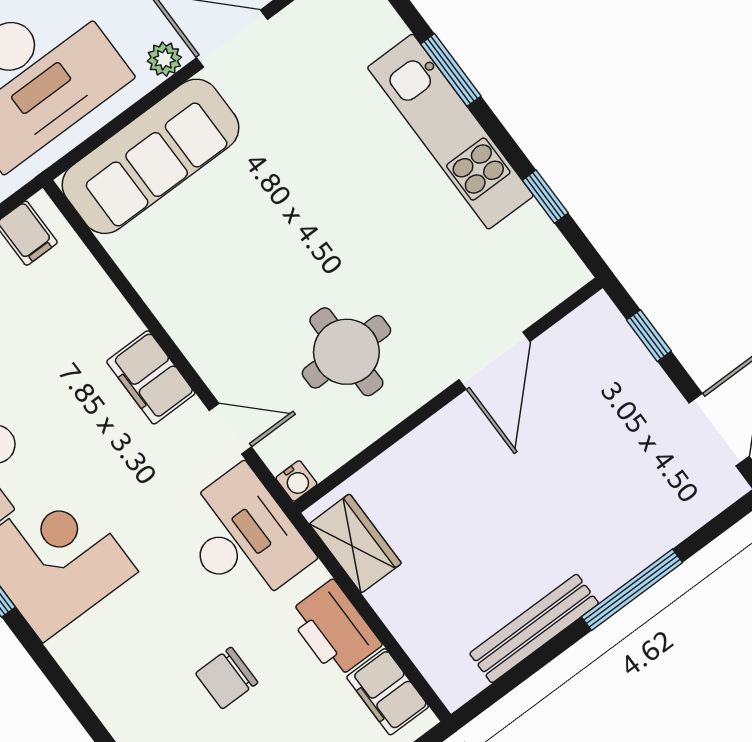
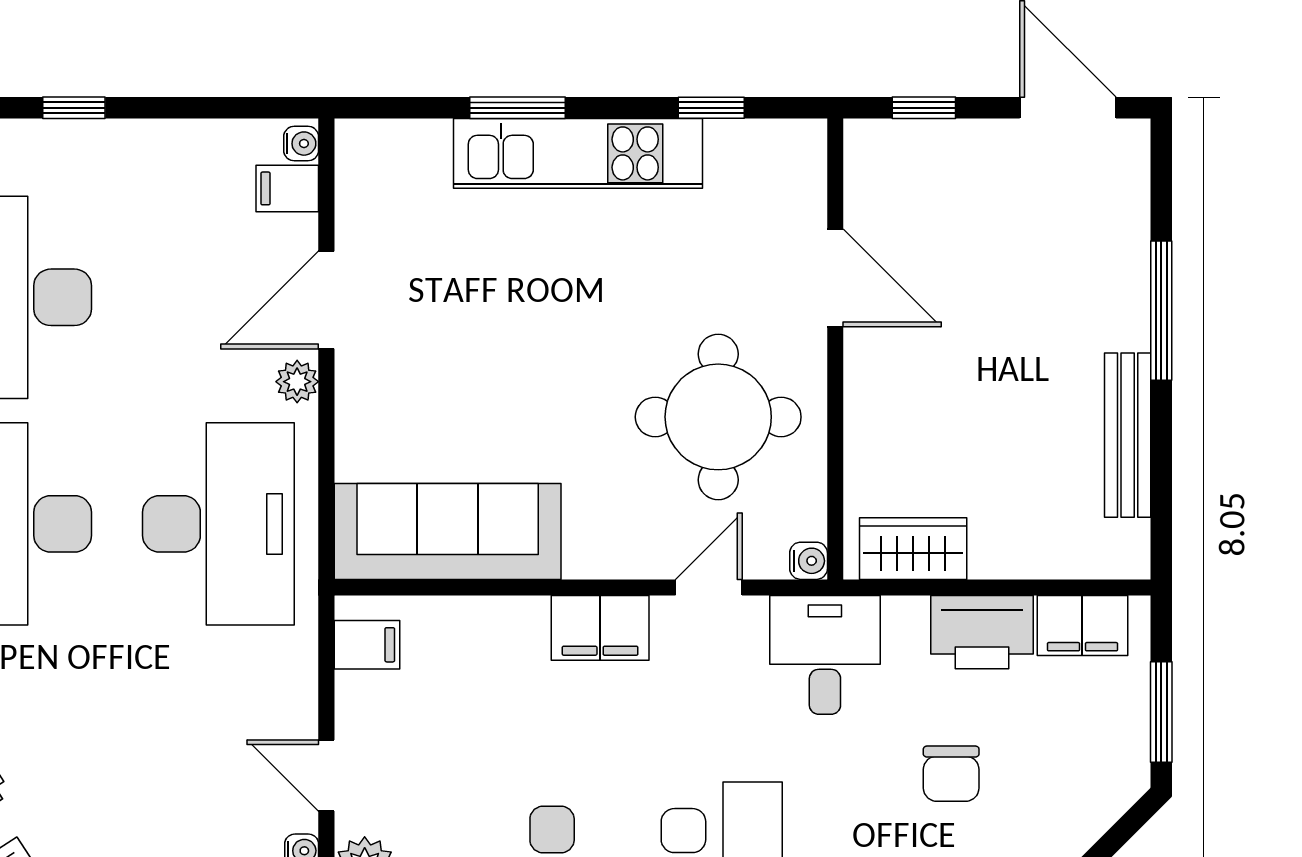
sofa: (151, 156) -> (448, 531), moved, turned -90
round table: (346, 352) -> (718, 417), width x1.36, depth x1.36
desk: (243, 538) -> (825, 655), width x0.73

